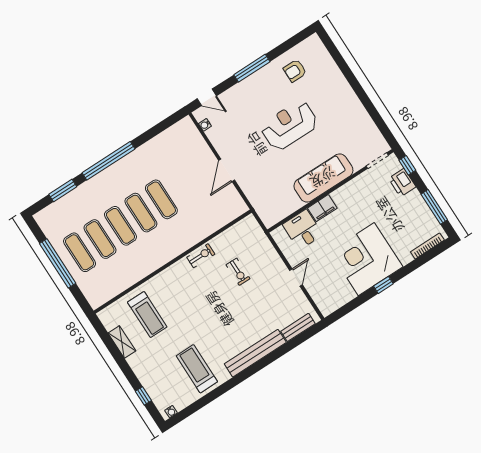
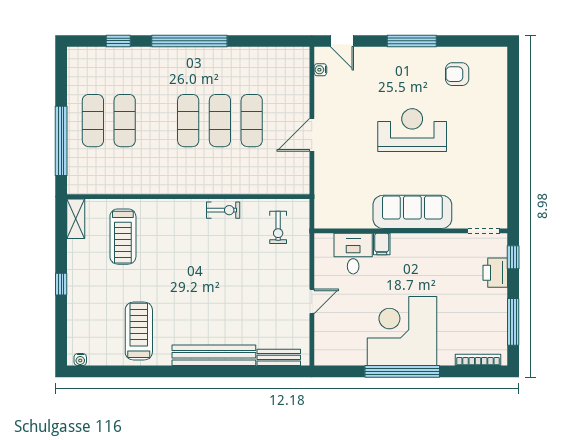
window: (63, 190) -> (118, 41), width x0.67
filing cabinet: (322, 208) -> (382, 244), width x0.50
exercise mat: (120, 226) -> (252, 121), moved
window: (58, 263) -> (61, 141), moved
exercise bike: (238, 272) -> (278, 227), moved
window: (383, 285) -> (402, 371), width x3.17
shelving: (122, 342) -> (76, 219), moved
window: (143, 396) -> (61, 284), moved

